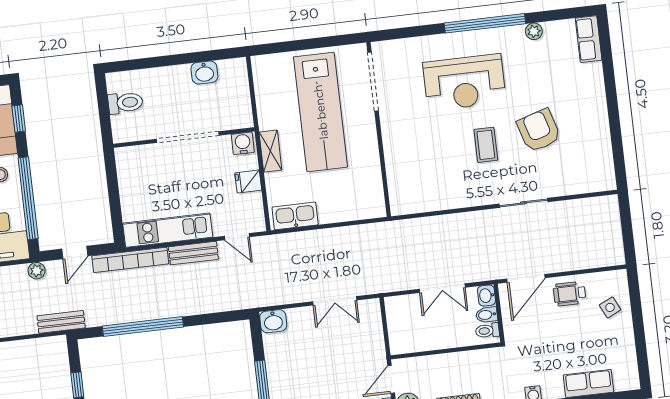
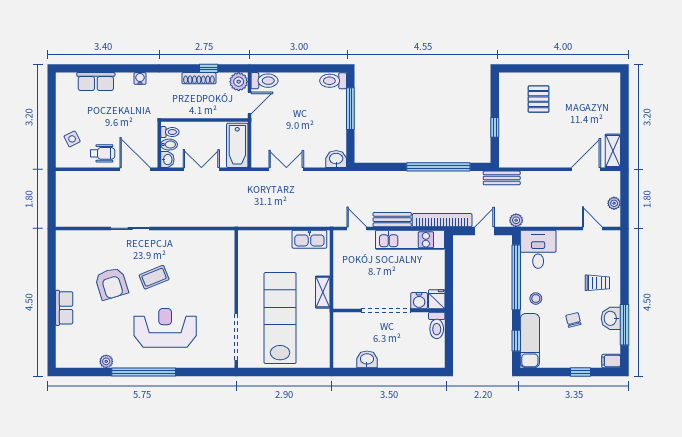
row of seats: (589, 39) -> (64, 308), moved
toilet: (125, 103) -> (437, 325), moved, turned -90
water cooler: (243, 143) -> (419, 301), moved
coffee table: (486, 145) -> (154, 277), turned 68
fridge: (248, 181) -> (437, 299), moved, turned -90
door: (526, 278) -> (135, 169), hinge flipped
bathtub: (400, 324) -> (237, 145), added

